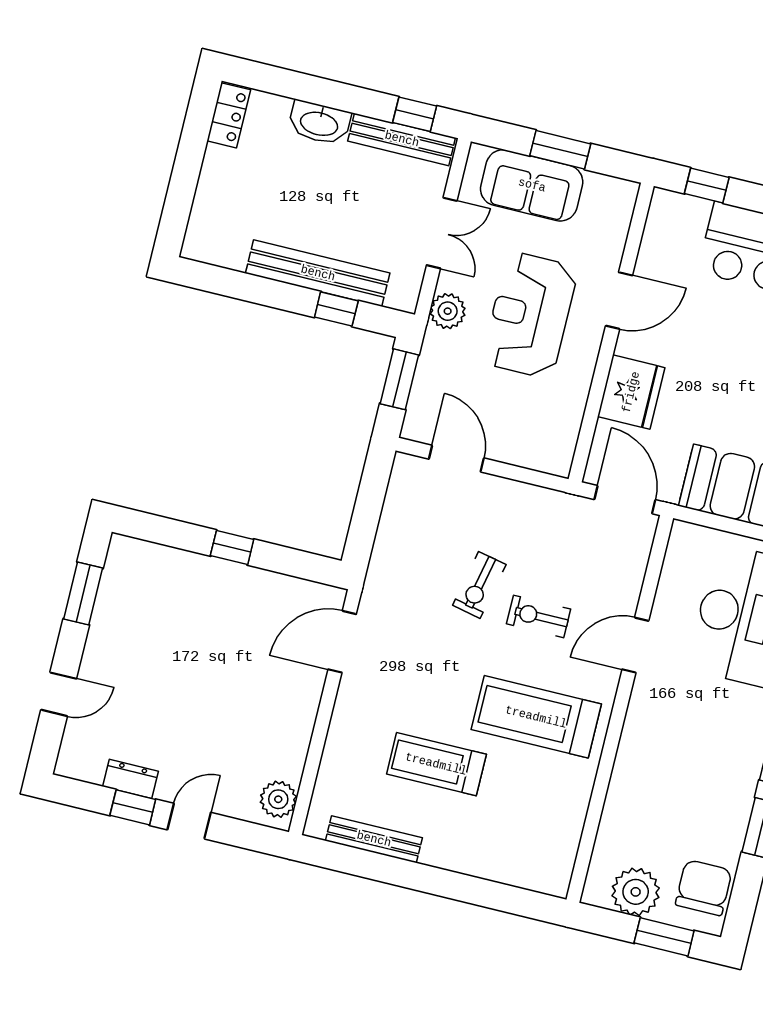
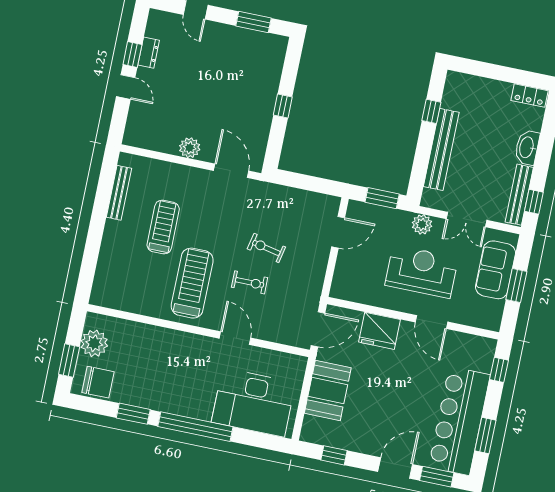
window: (336, 309) -> (431, 111), moved
exercise bike: (539, 616) -> (250, 282), turned 90
plant: (278, 799) -> (190, 148), moved

